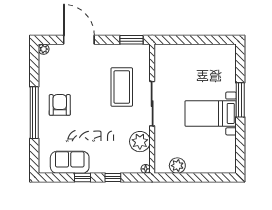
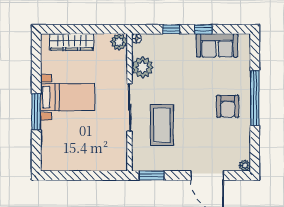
wardrobe: (207, 165) -> (72, 42), added
plant: (177, 166) -> (119, 42), moved

